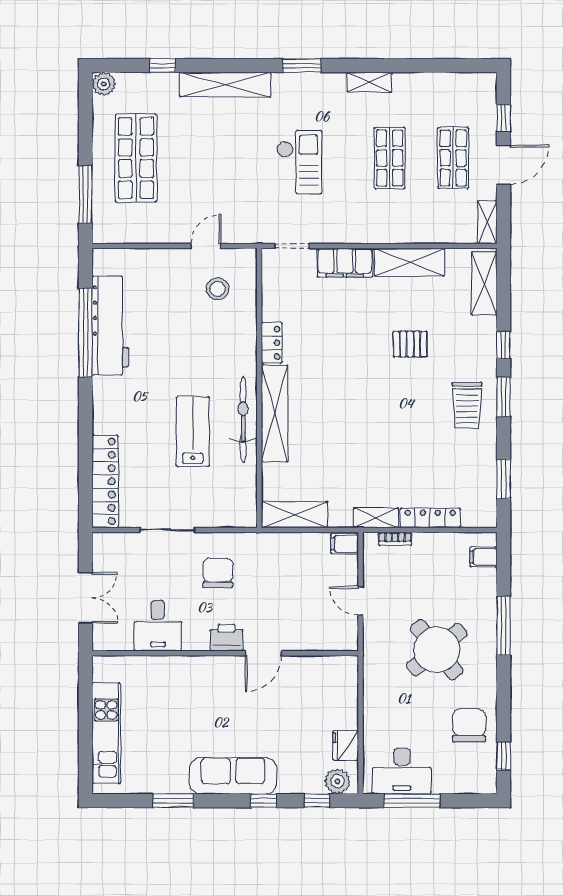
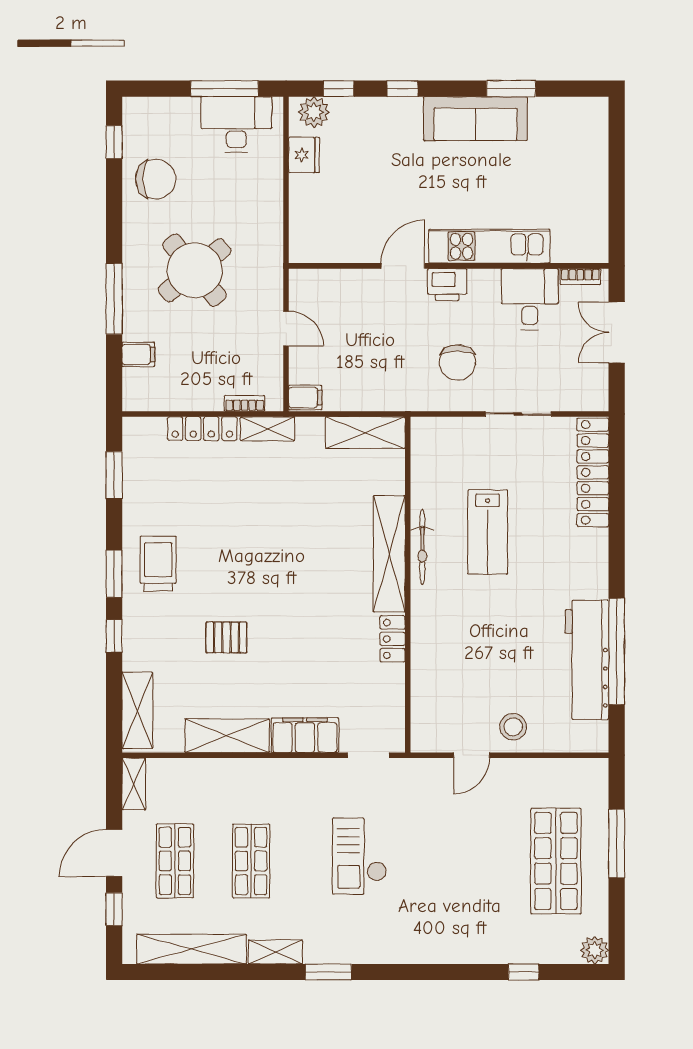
window: (302, 66) -> (328, 972), moved
shelving: (225, 85) -> (192, 949), moved
window: (85, 194) -> (617, 844), moved
stool: (217, 289) -> (513, 727), moved
bicycle: (243, 419) -> (422, 547), width x0.73, depth x0.71
filing cabinet: (483, 557) -> (138, 354), moved
bookcase: (116, 644) -> (580, 277), added
chair: (469, 725) -> (156, 179), turned -90
kitchen unit: (106, 733) -> (489, 246), moved, turned 90
sofa: (233, 776) -> (475, 119), moved

